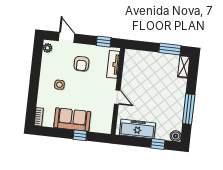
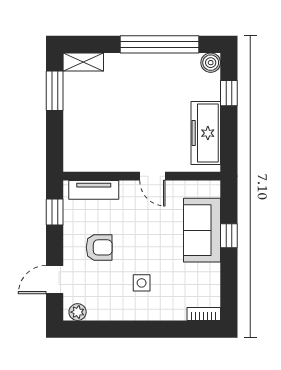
door: (117, 97) -> (152, 176), swing flipped
window: (189, 109) -> (160, 44), width x1.46
sofa: (72, 120) -> (202, 230), moved

